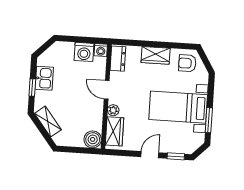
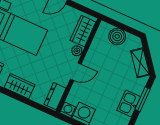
window: (32, 87) -> (143, 99), width x1.50
door: (107, 90) -> (76, 72), hinge flipped
boiler: (93, 139) -> (117, 37), moved

